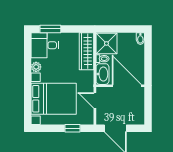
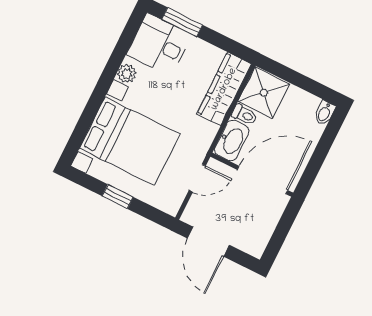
door: (127, 86) -> (263, 180), hinge flipped
door: (95, 100) -> (197, 178), swing flipped
window: (72, 128) -> (118, 197), moved

